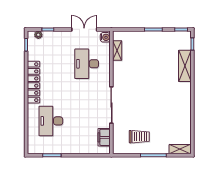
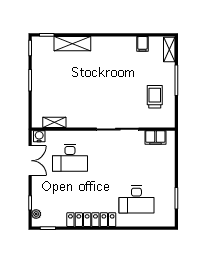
double door: (84, 29) -> (30, 161), swing flipped
filing cabinet: (185, 126) -> (142, 44), added

